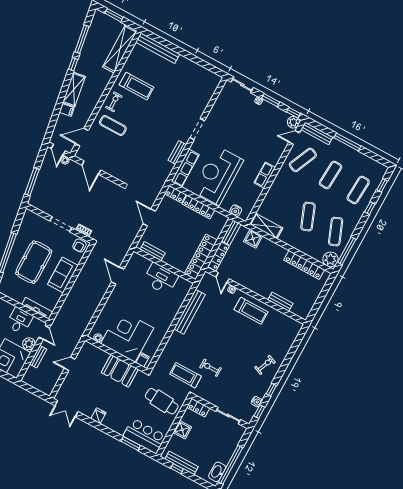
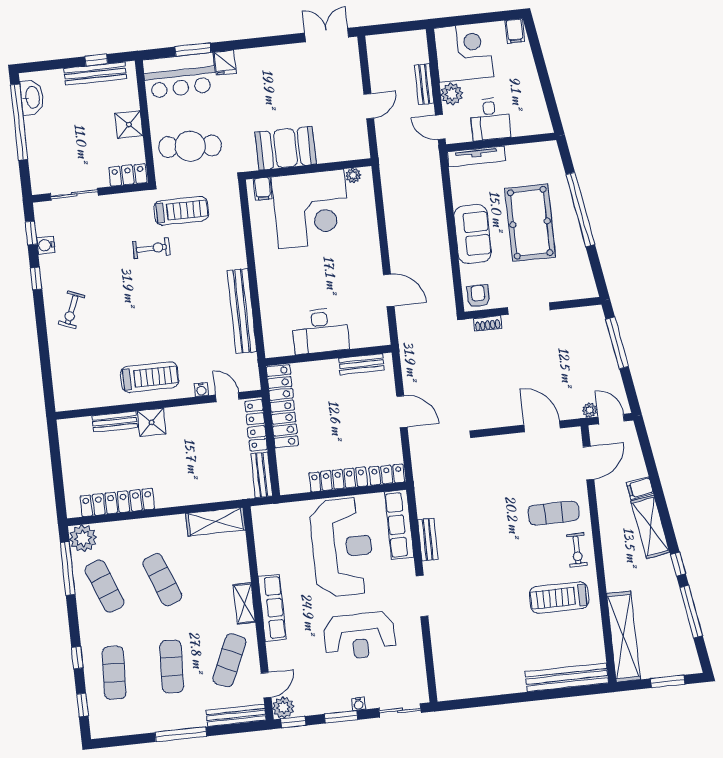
reception desk: (237, 131) -> (360, 636), added
row of seats: (265, 175) -> (272, 608), width x1.48
shelving: (279, 181) -> (244, 603), added
water cooler: (236, 211) -> (278, 513), removed
shower: (253, 239) -> (152, 422), moved
treadmill: (251, 311) -> (150, 377), turned 180
fridge: (98, 416) -> (225, 63), moved

